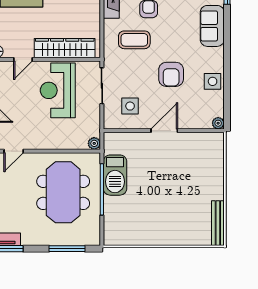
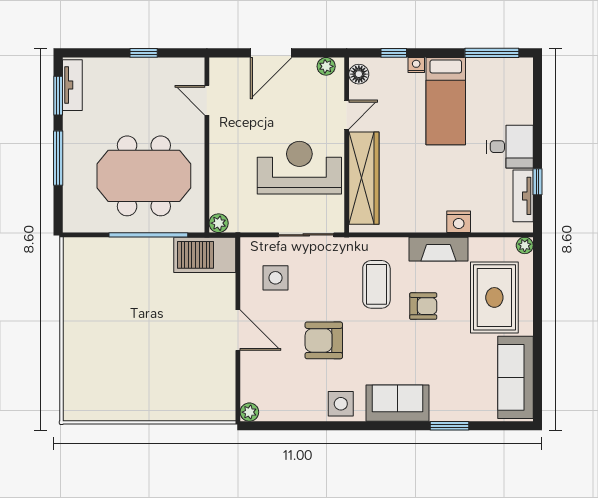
door: (23, 59) -> (347, 115), swing flipped
side table: (213, 81) -> (341, 404), moved
barbecue: (115, 175) -> (205, 255), moved
bench: (218, 223) -> (97, 412), removed
window: (67, 249) -> (58, 158), moved

